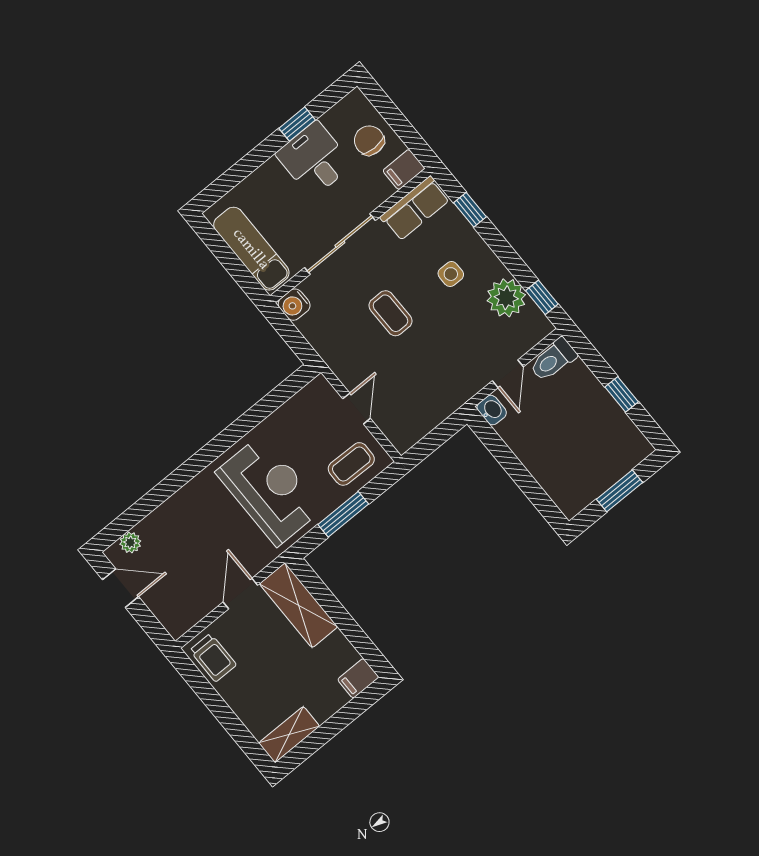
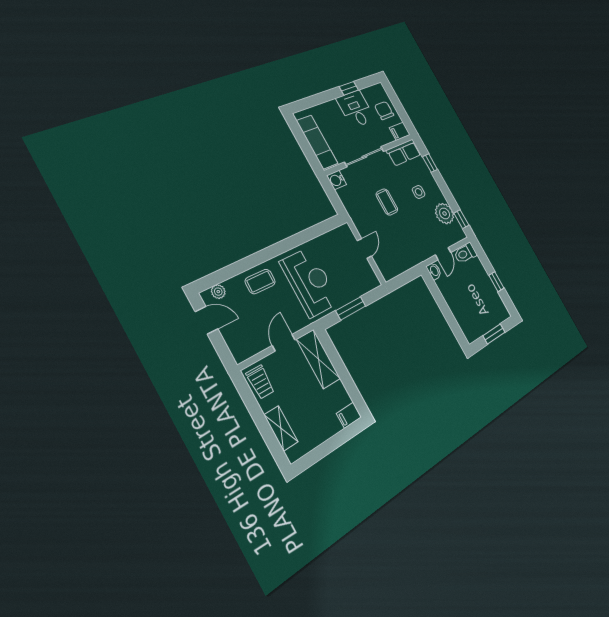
coffee table: (351, 464) -> (260, 282), moved
shelving: (289, 735) -> (281, 428), moved, turned 90

